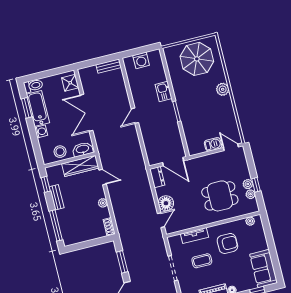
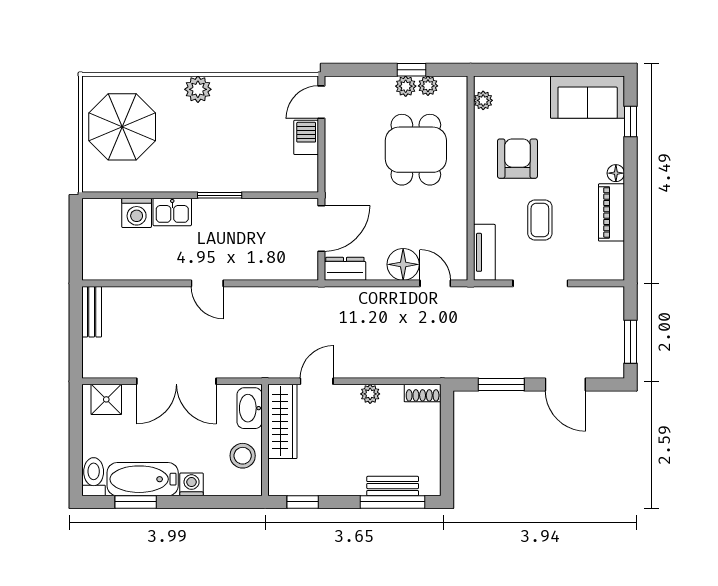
washing machine: (141, 60) -> (137, 213), moved, turned 90
bench: (57, 197) -> (393, 486), moved
tv unit: (195, 236) -> (484, 252), moved

